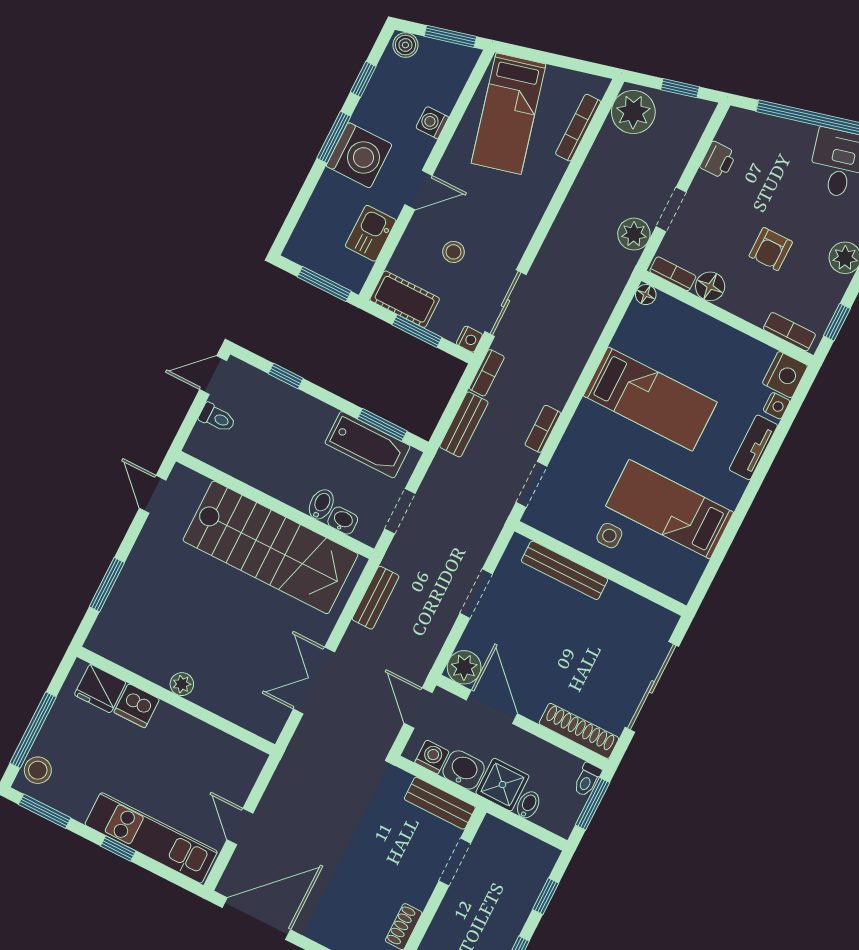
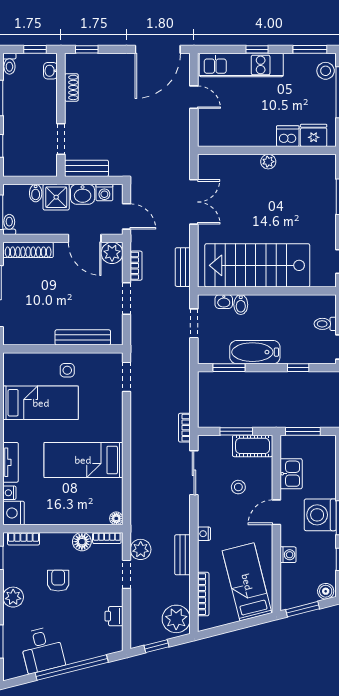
nightstand: (469, 339) -> (204, 534), moved
bench: (464, 424) -> (182, 555), moved
bookcase: (543, 429) -> (136, 266), moved
bathtub: (367, 445) -> (255, 352), moved

